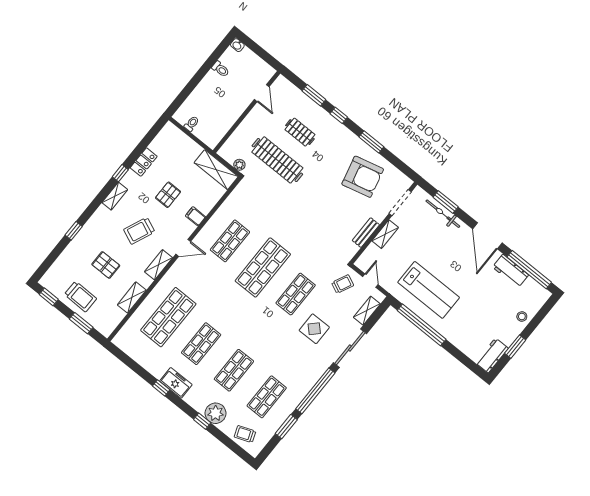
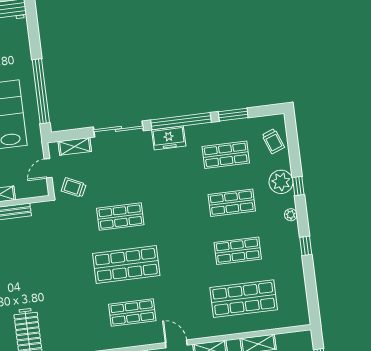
display table: (314, 329) -> (133, 173), removed
freezer: (176, 383) -> (169, 138), moved, turned -90
plant: (189, 399) -> (291, 215), added

